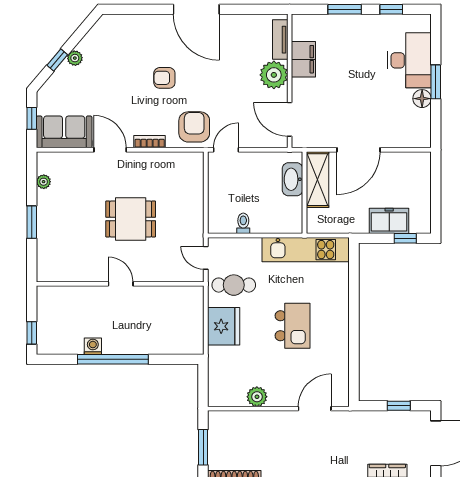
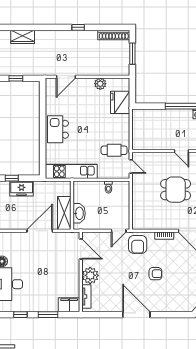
filing cabinet: (303, 59) -> (69, 305), moved, turned 90
fridge: (224, 326) -> (120, 102), moved
kitchen island: (293, 326) -> (58, 129), moved

